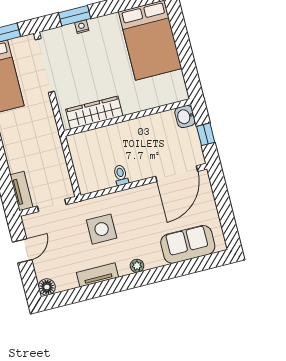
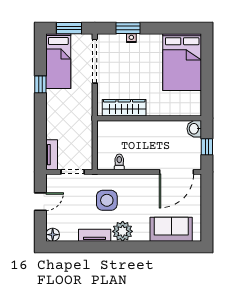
toilet: (121, 175) -> (119, 162), moved
plant: (137, 266) -> (123, 231), width x1.88, depth x1.88

